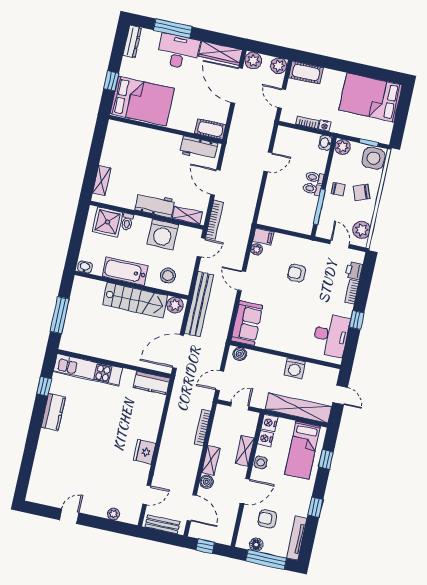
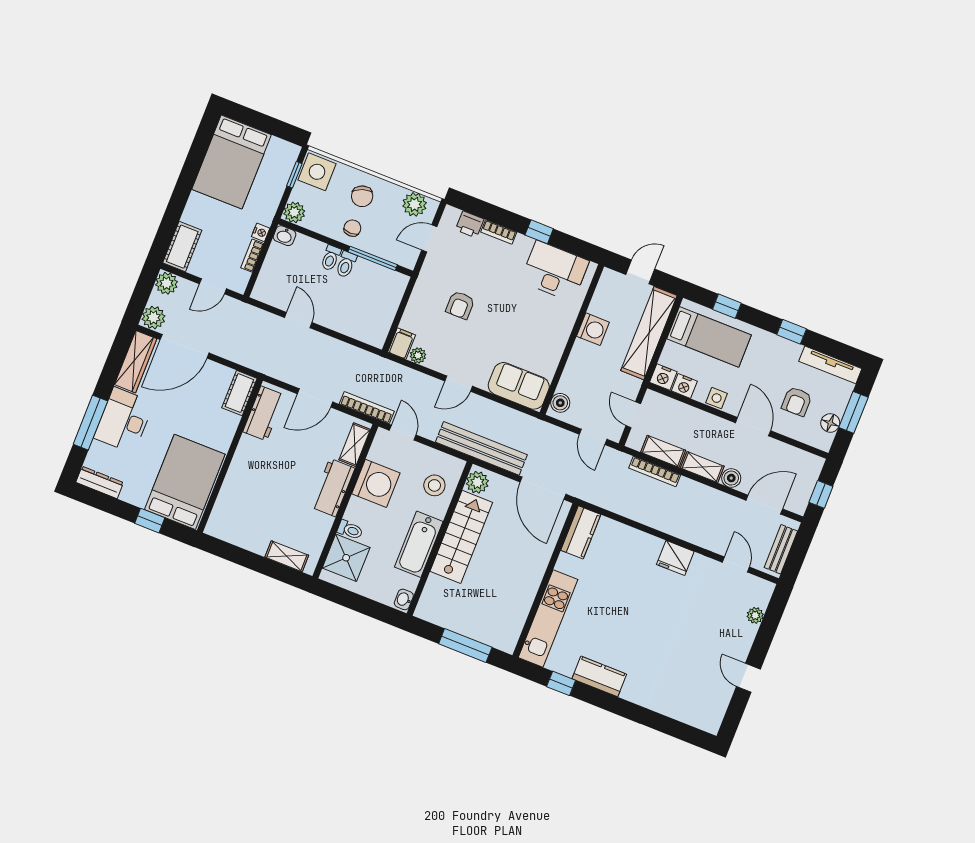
shelving: (245, 451) -> (663, 451), moved
window: (266, 560) -> (853, 412), width x0.69

